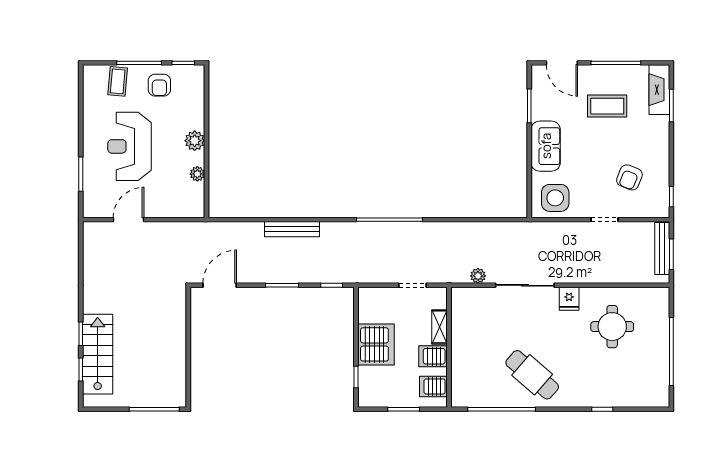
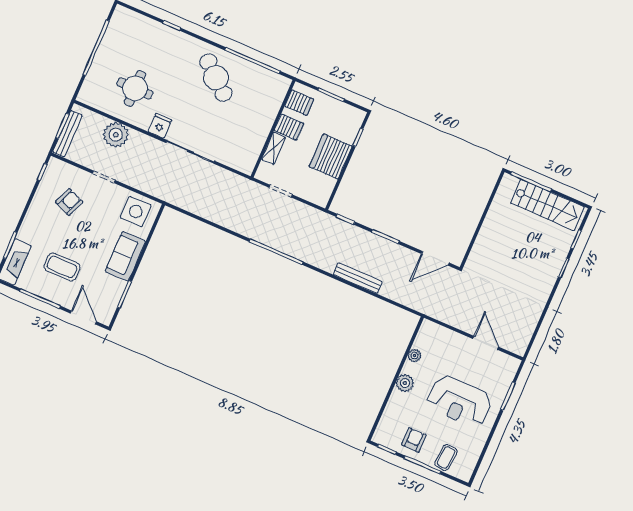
reception desk: (129, 146) -> (459, 401), turned 90
door: (128, 220) -> (486, 343), swing flipped
plant: (478, 276) -> (116, 135), moved, width x1.87, depth x1.87
stairs: (98, 354) -> (547, 205), moved, turned -90

